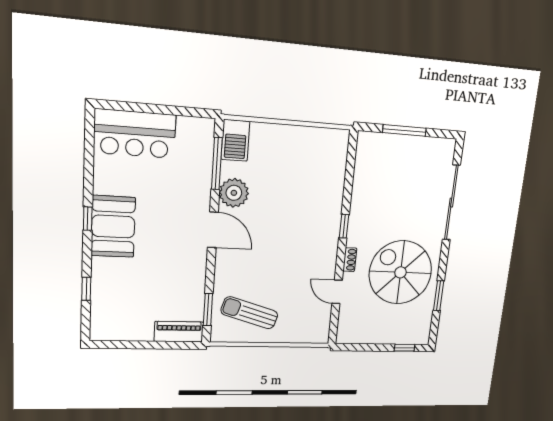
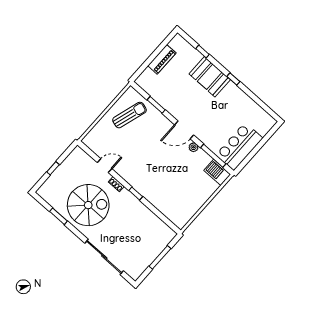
bar counter: (135, 134) -> (239, 146), moved
plant: (234, 193) -> (193, 147), width x0.53, depth x0.53
booth: (113, 226) -> (210, 77), moved
window: (208, 310) -> (156, 105), moved
piano: (179, 332) -> (162, 59), moved
window: (404, 348) -> (53, 168), moved

